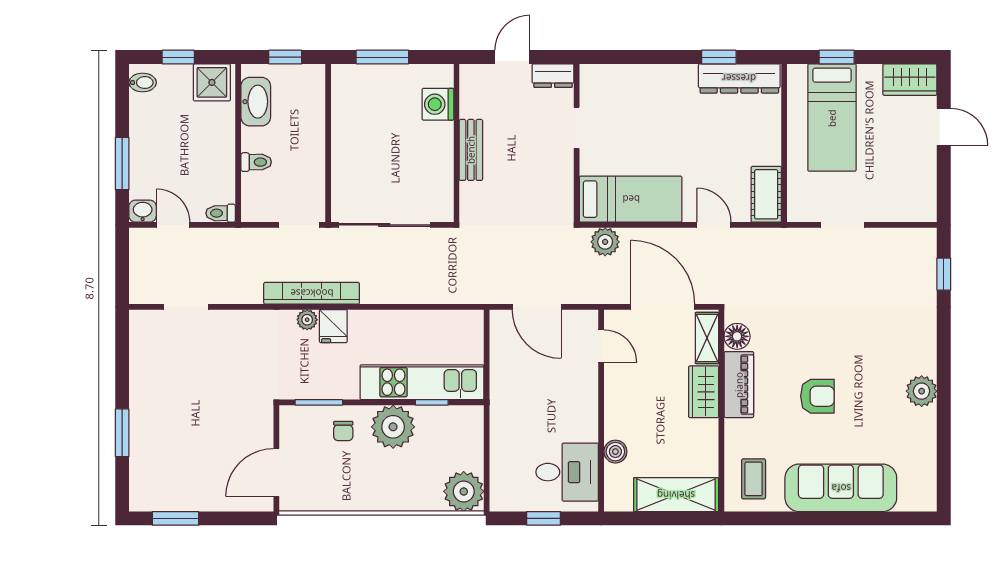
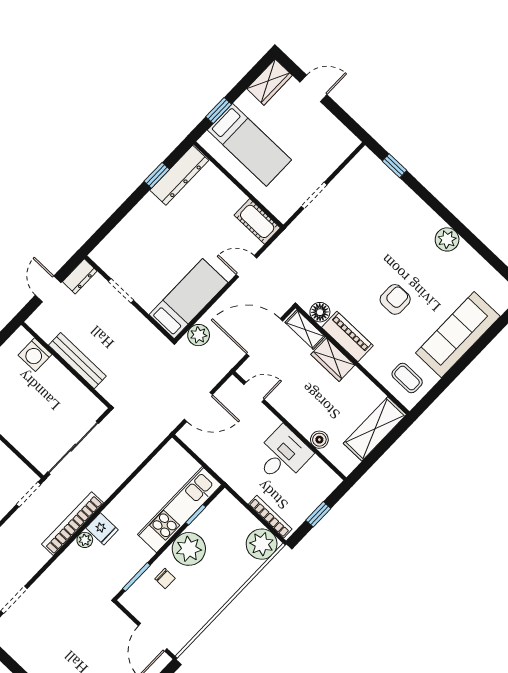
bench: (471, 150) -> (77, 361), width x1.36
desk: (567, 472) -> (283, 455), moved
bookcase: (498, 475) -> (270, 517), added

